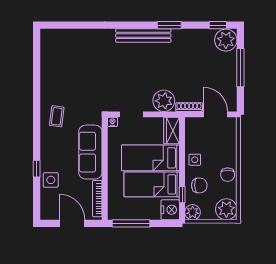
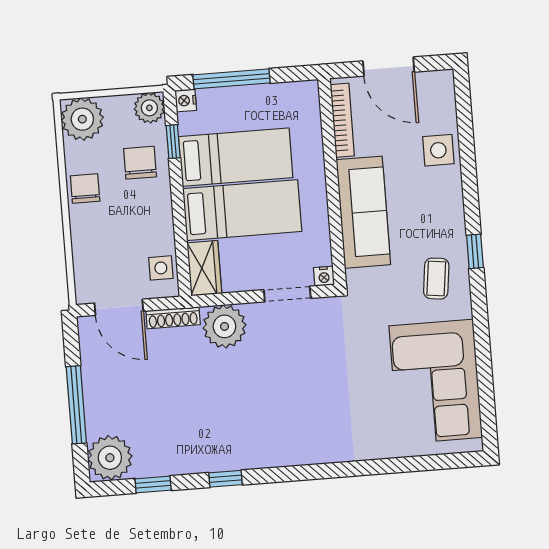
window: (169, 25) -> (226, 479), width x0.67
window: (218, 25) -> (153, 484), moved
bench: (143, 35) -> (276, 454), removed
corner sofa: (61, 65) -> (436, 382), added
side table: (195, 160) -> (161, 268), moved
window: (37, 169) -> (475, 251), moved
chair: (199, 185) -> (140, 163), turned 93
nightstand: (170, 210) -> (186, 100), width x0.53, depth x0.56
window: (131, 223) -> (231, 79), moved

